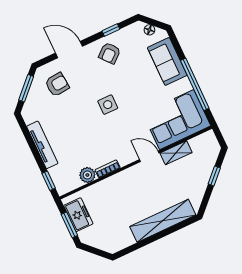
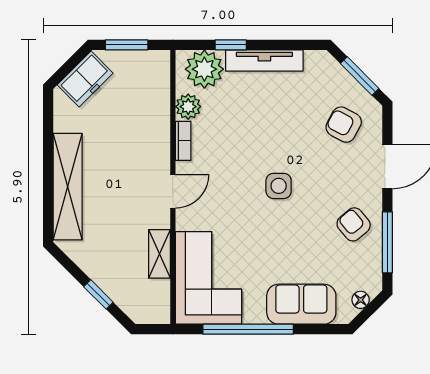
window: (111, 30) -> (387, 242), width x2.17
armchair: (57, 84) -> (344, 125), turned 123
door: (149, 156) -> (173, 191), moved
plant: (63, 176) -> (204, 69), added
window: (49, 181) -> (231, 45), moved
freezer: (78, 215) -> (85, 79), moved, turned -45

